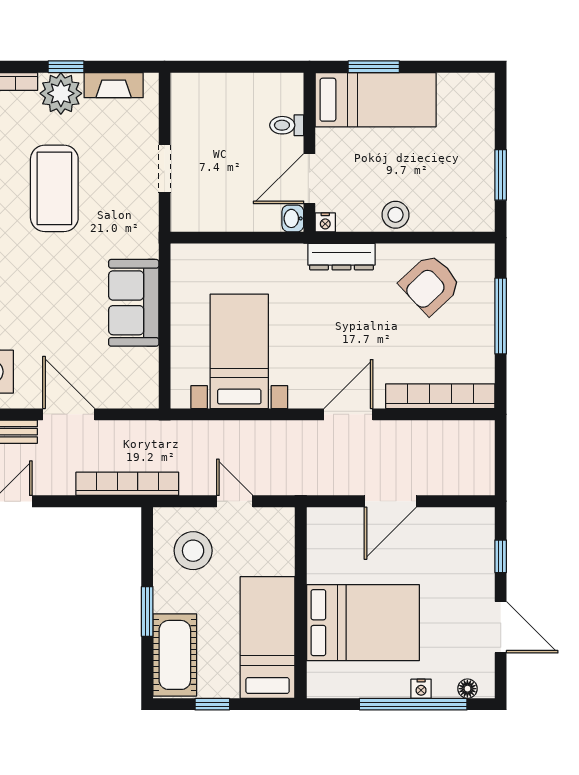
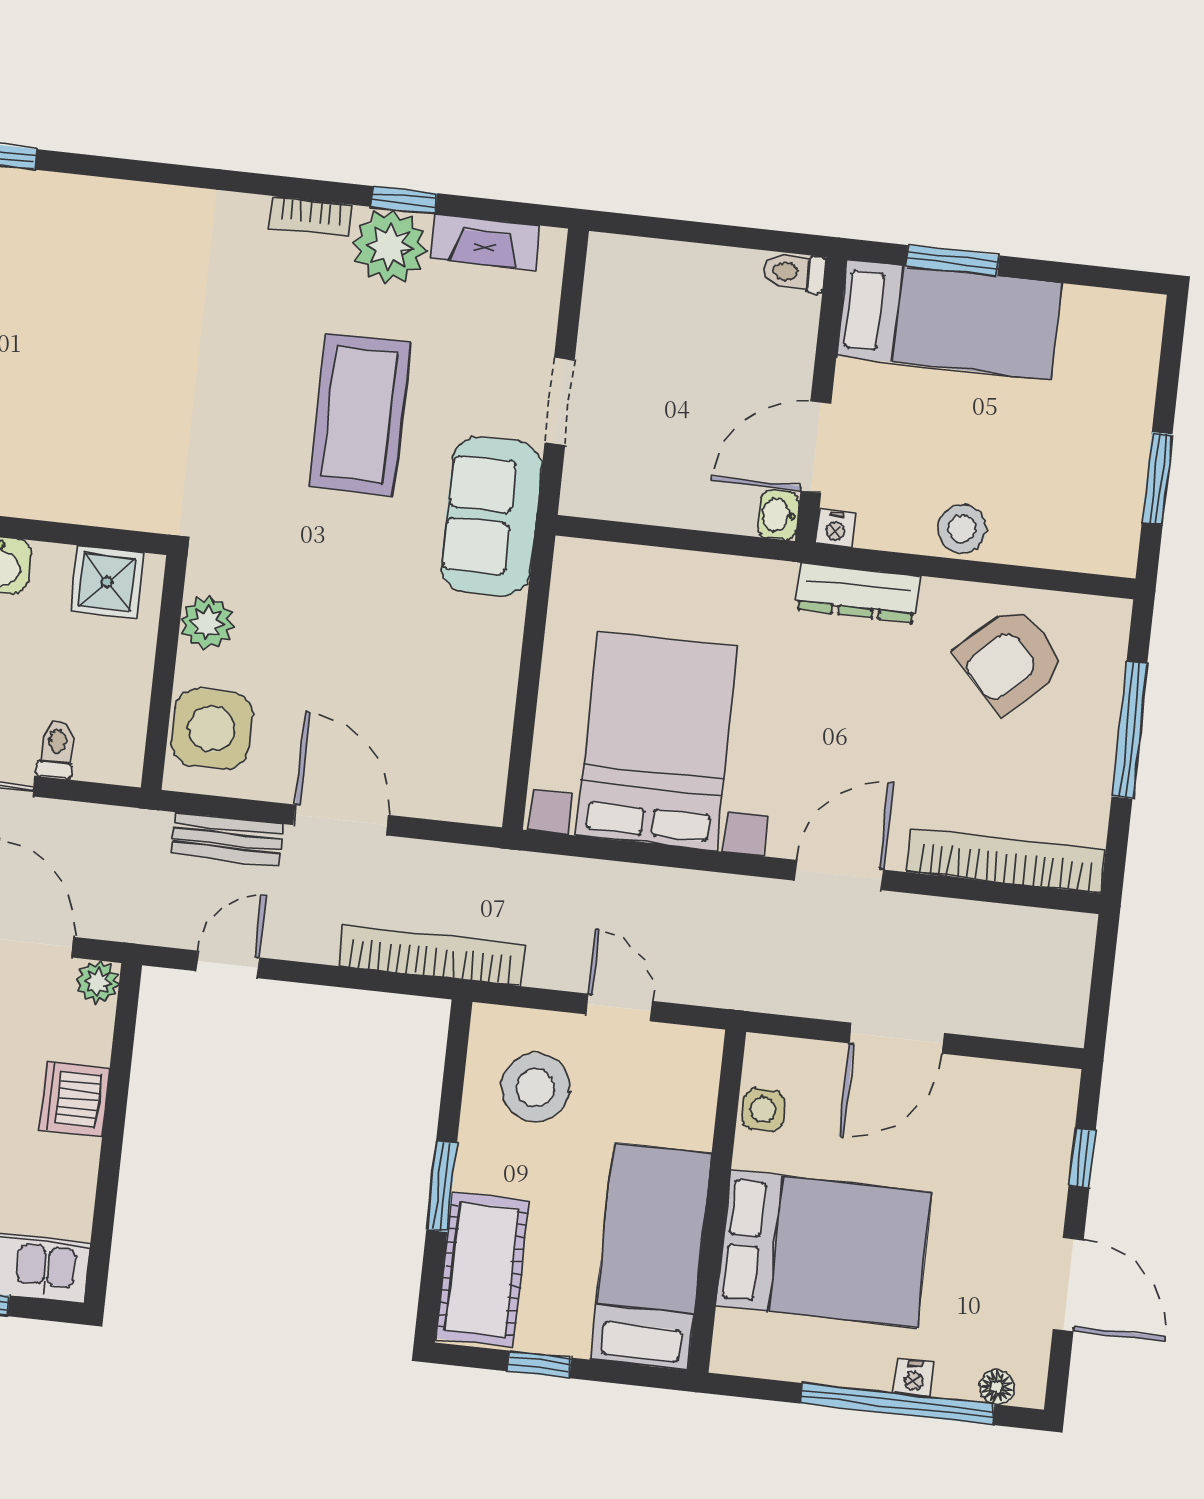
toilet: (287, 125) -> (794, 272), moved
sofa: (134, 303) -> (491, 516), moved
bed with nightstands: (239, 351) -> (657, 741), width x1.36
side table: (321, 549) -> (763, 1110), added

